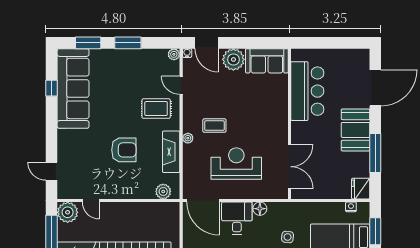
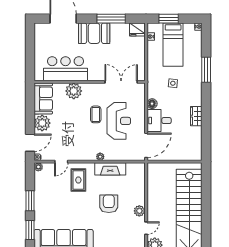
plant: (277, 102) -> (74, 91), added
coffee table: (214, 126) -> (96, 114), moved
reception desk: (236, 164) -> (119, 121), turned 180
plant: (163, 191) -> (139, 211), moved

